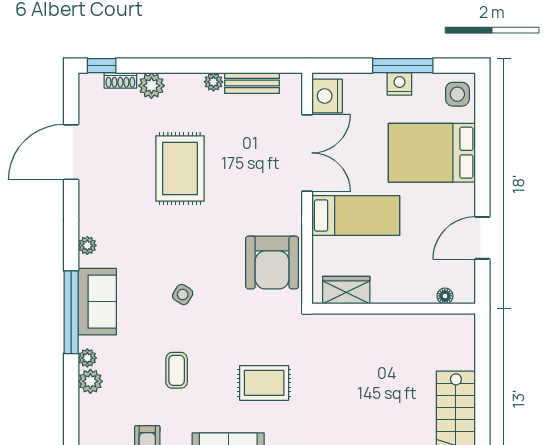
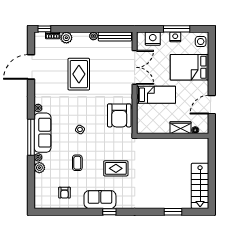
bench: (252, 83) -> (115, 37), width x1.36
nightstand: (327, 96) -> (153, 39), moved, turned 90
wardrobe: (346, 290) -> (180, 128), moved
sofa: (97, 302) -> (42, 133), width x1.36

